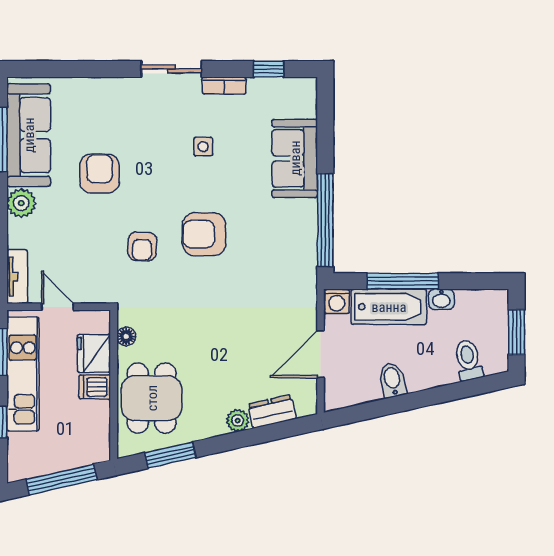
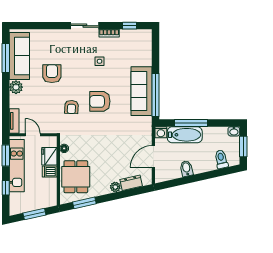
sofa: (295, 158) -> (142, 91), moved, width x1.36
washbasin: (441, 299) -> (234, 131), moved
window: (61, 479) -> (34, 214), width x0.69

